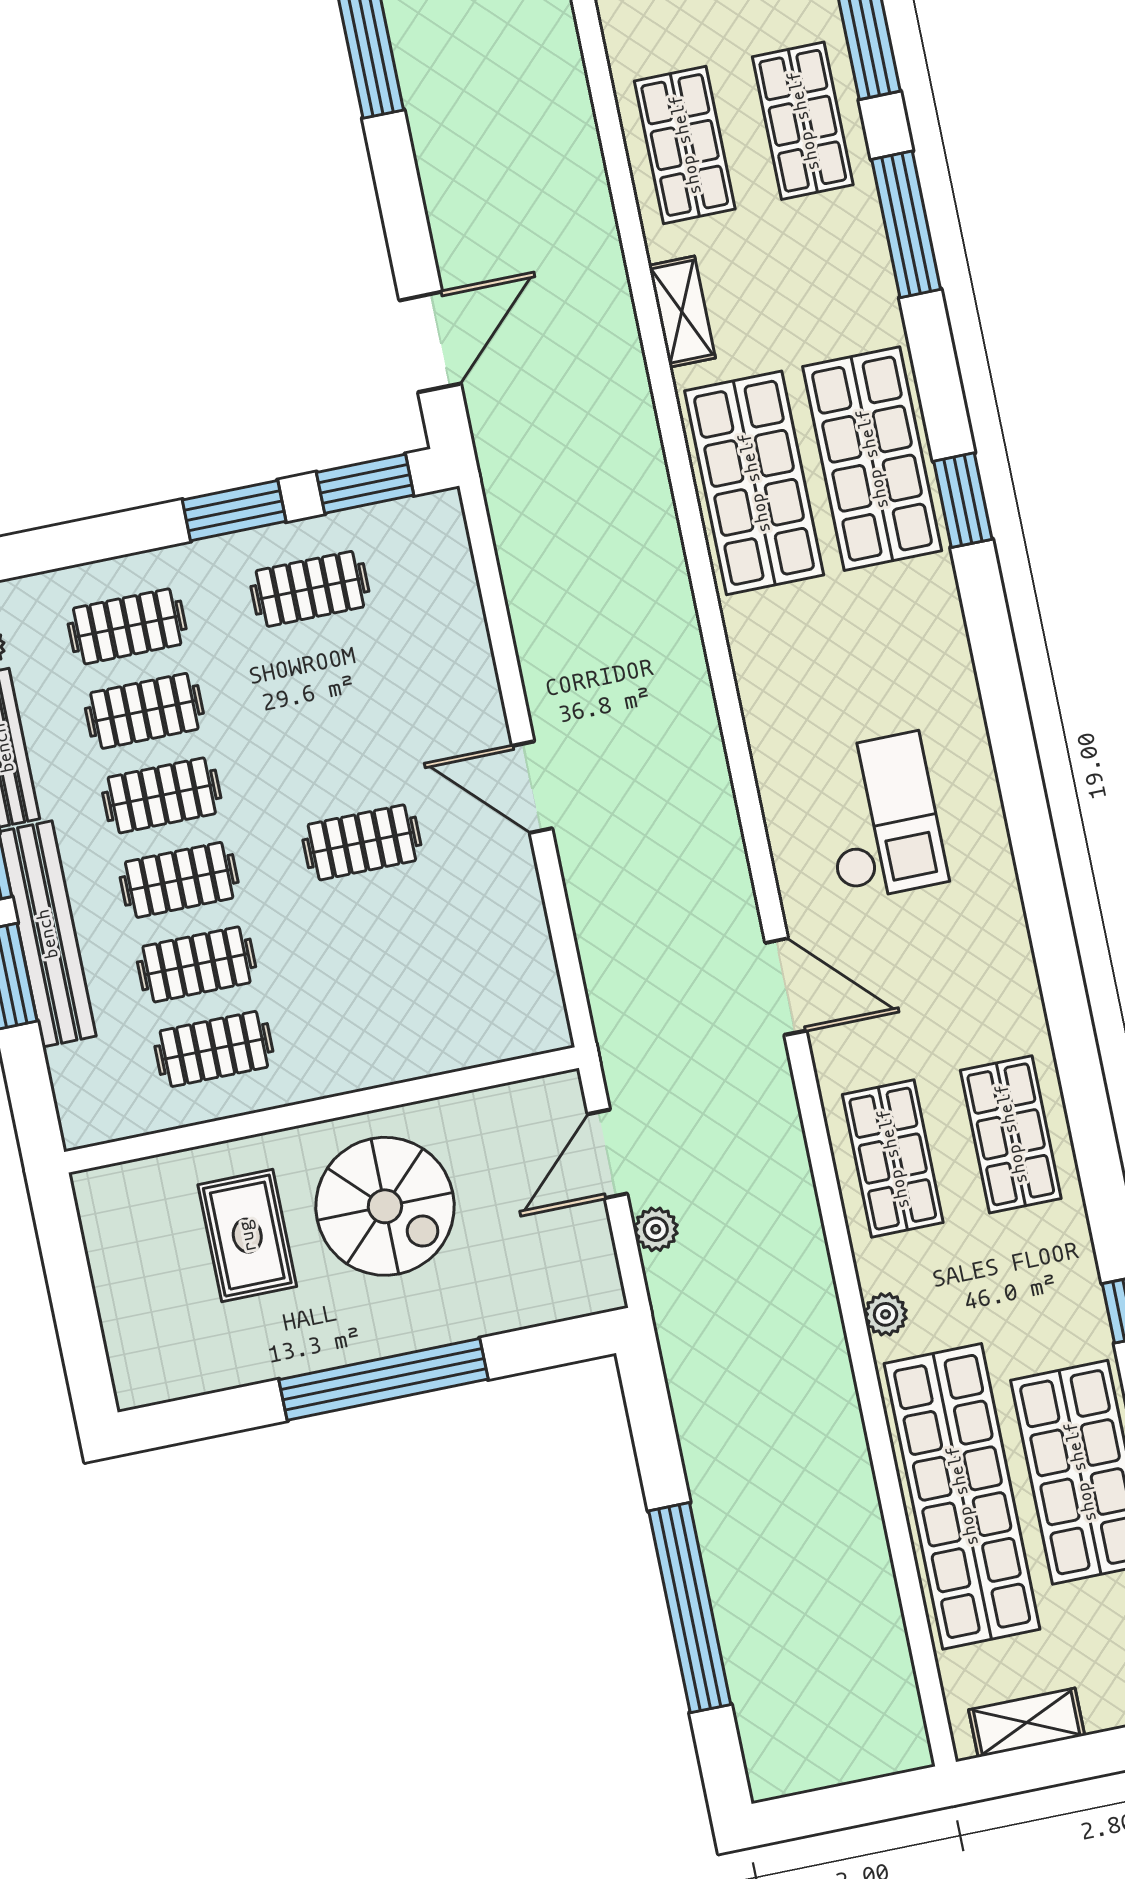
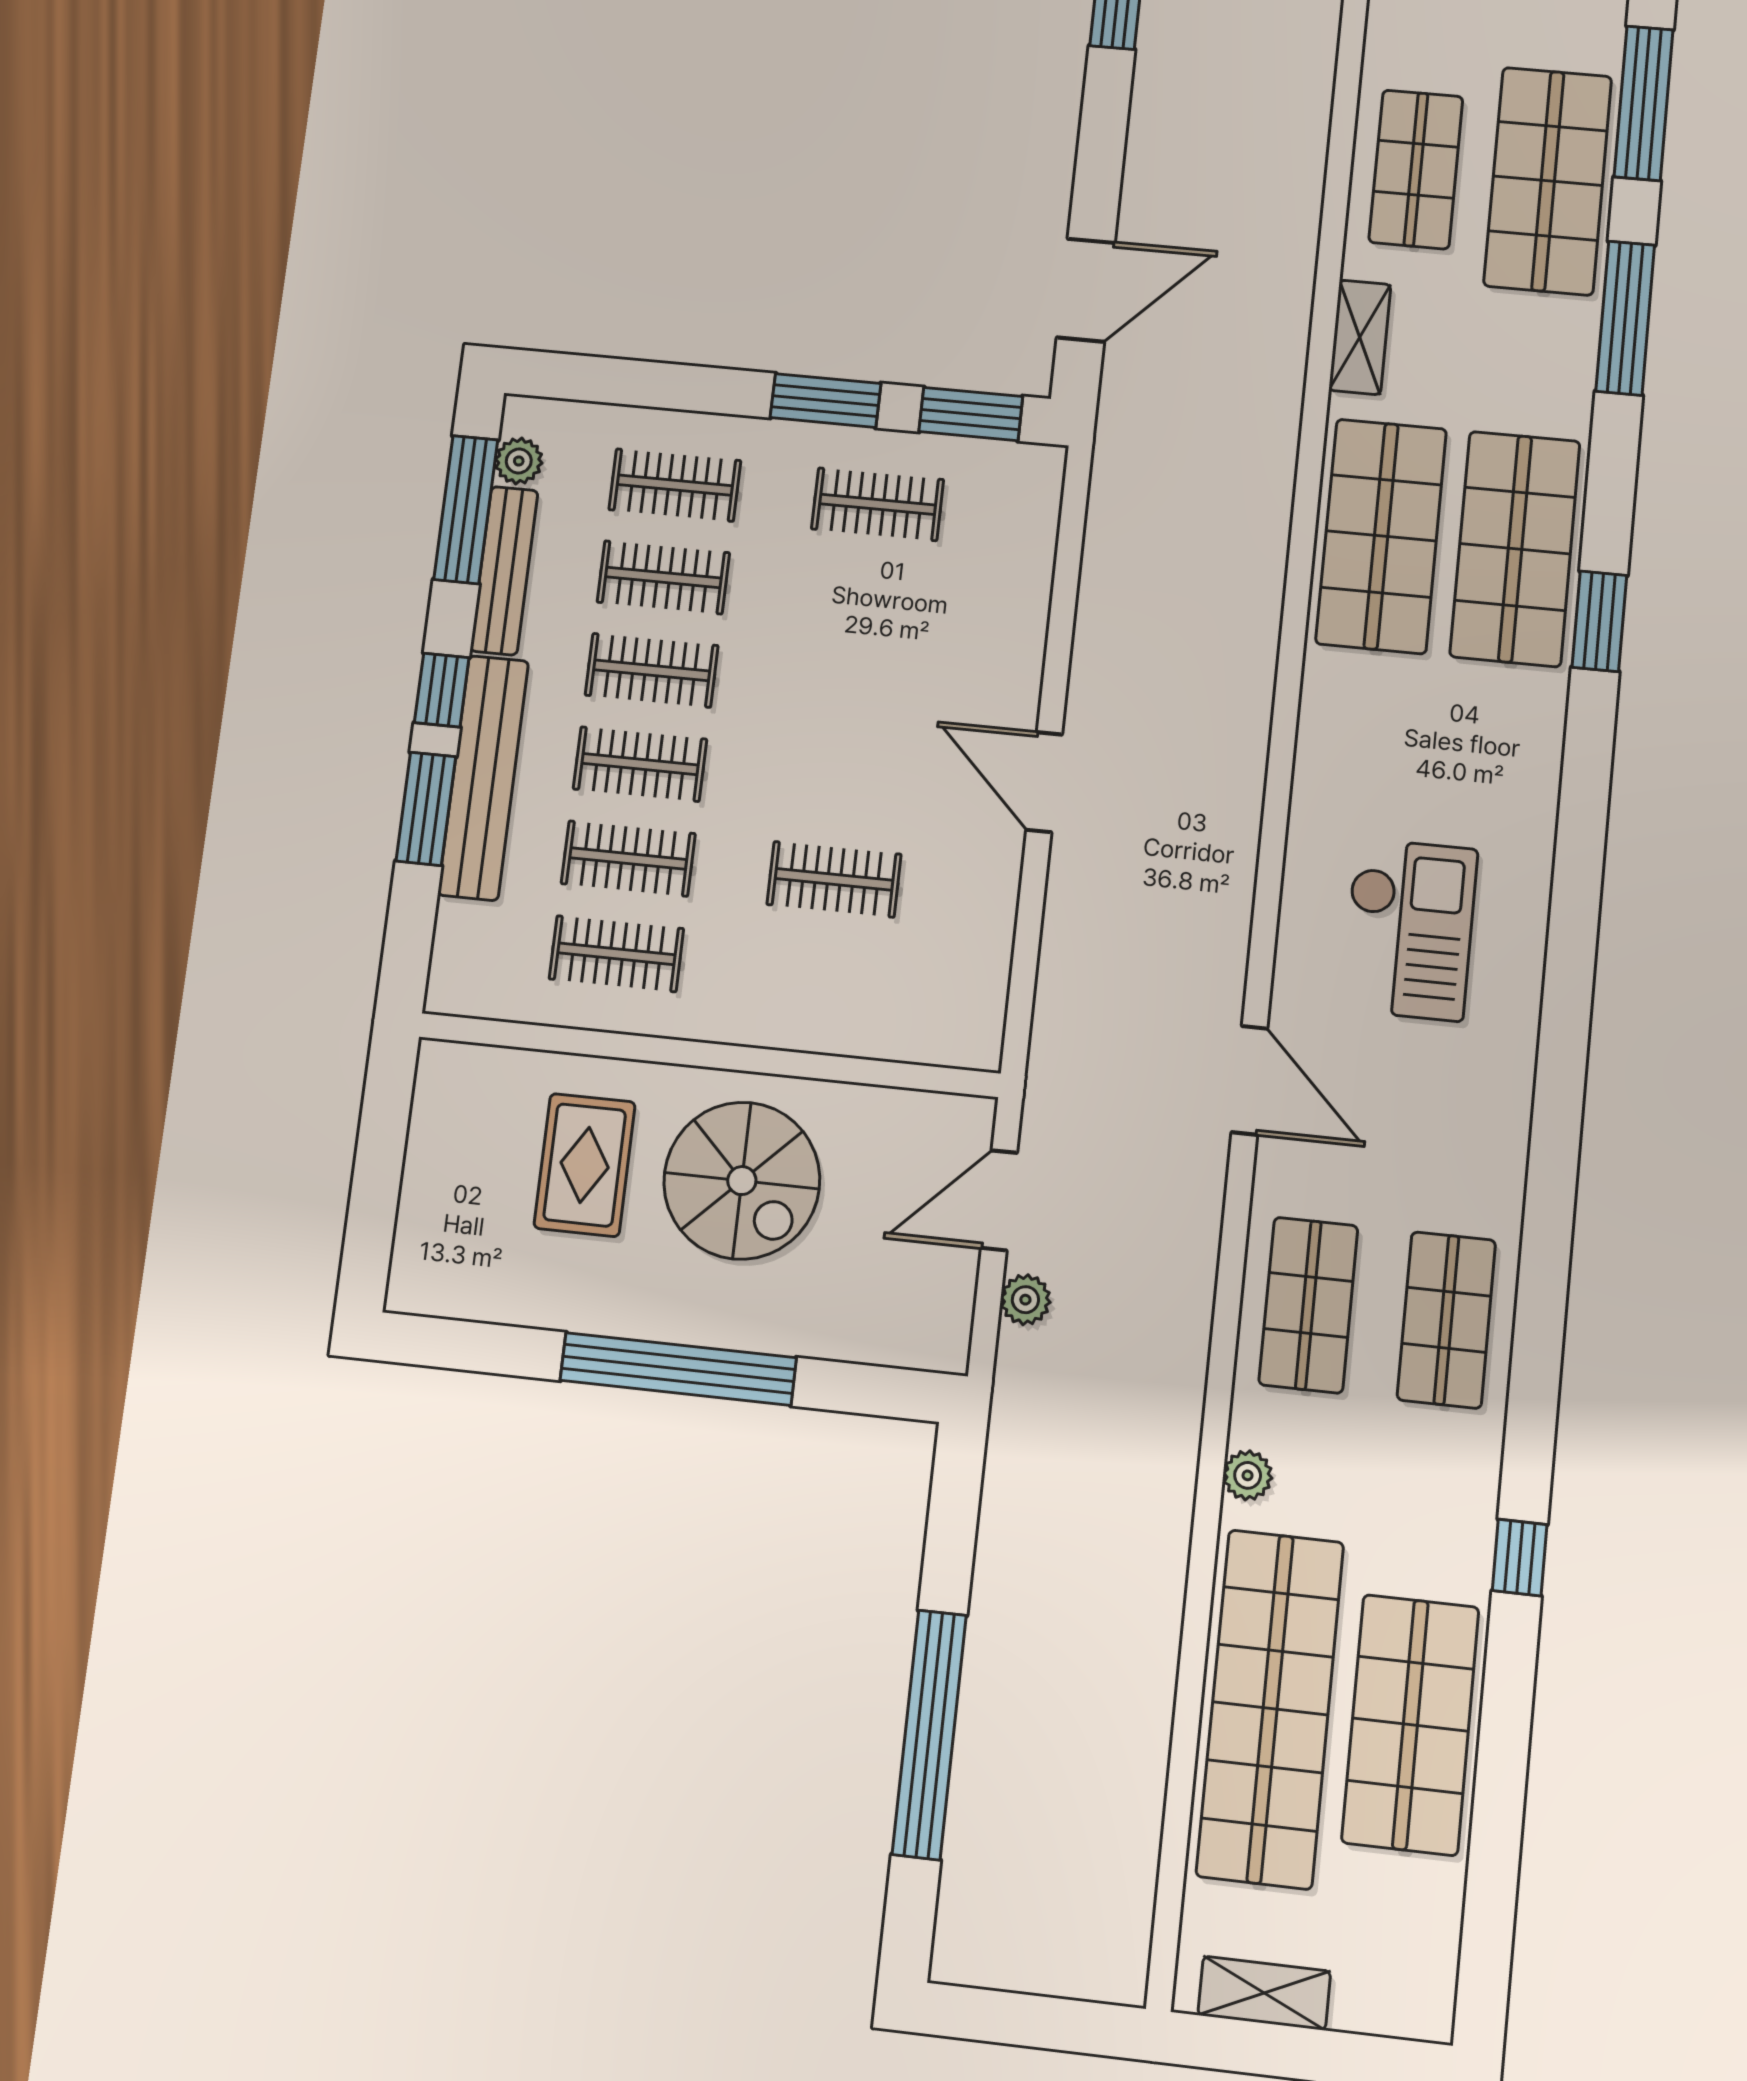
shop shelf: (803, 121) -> (1548, 181), width x1.43, depth x1.36
clothes rail: (362, 842) -> (834, 879), moved

